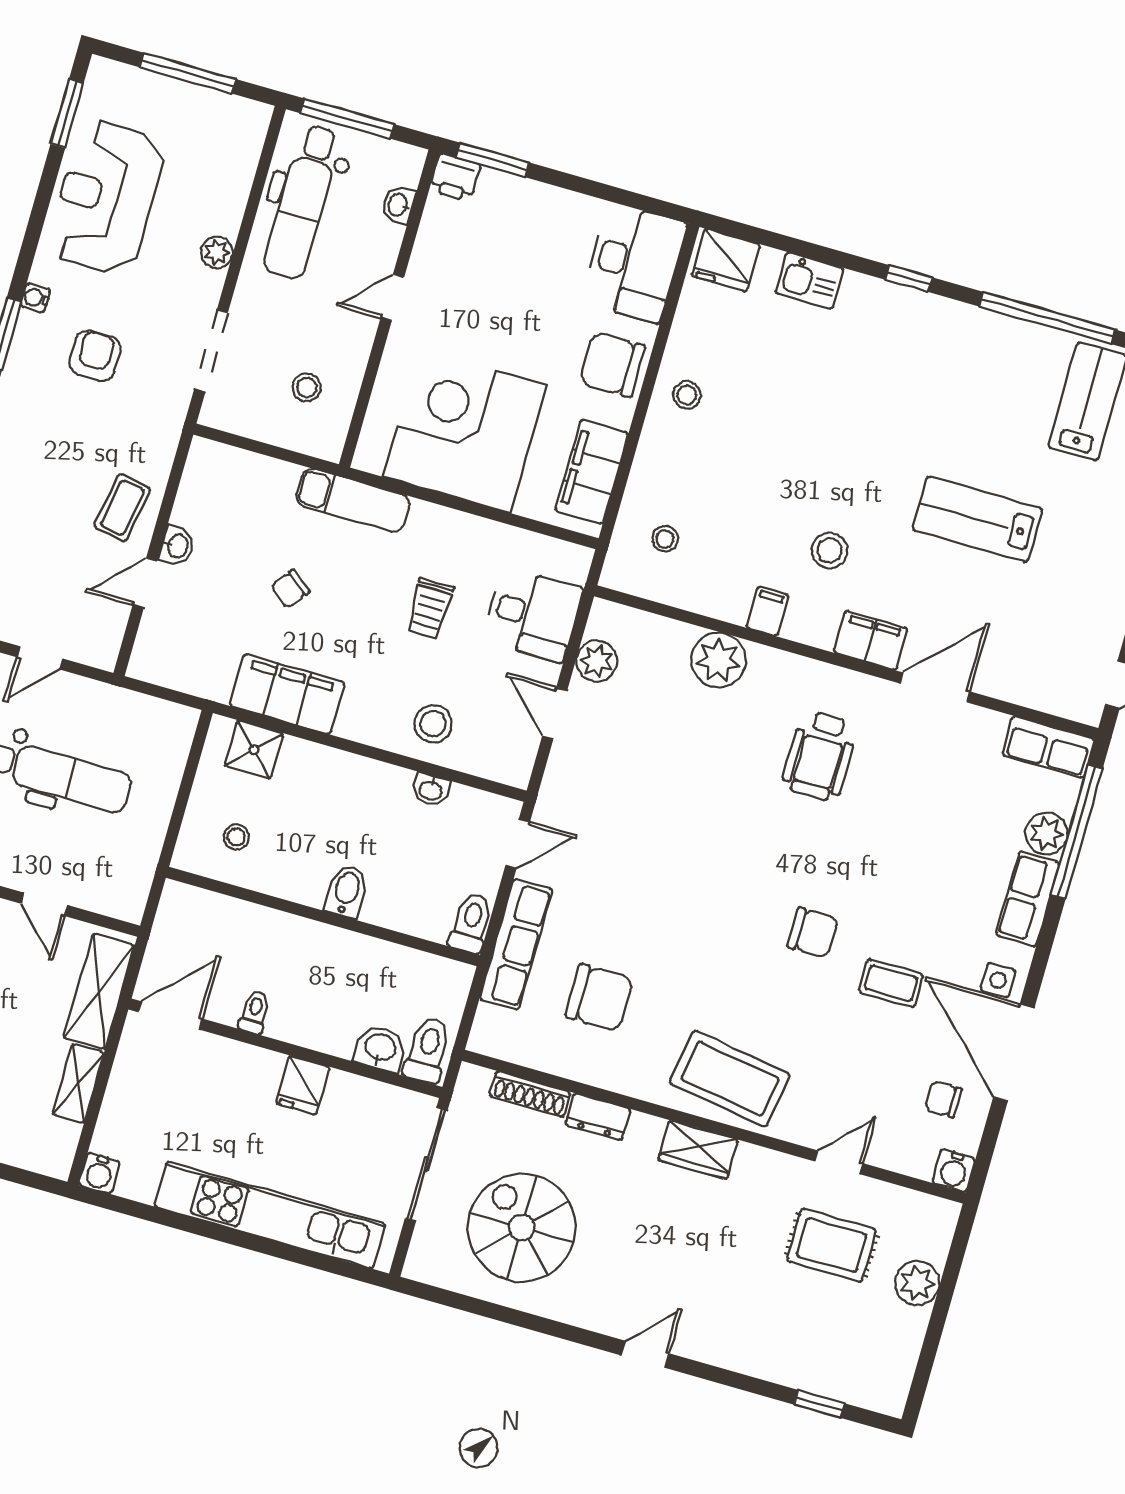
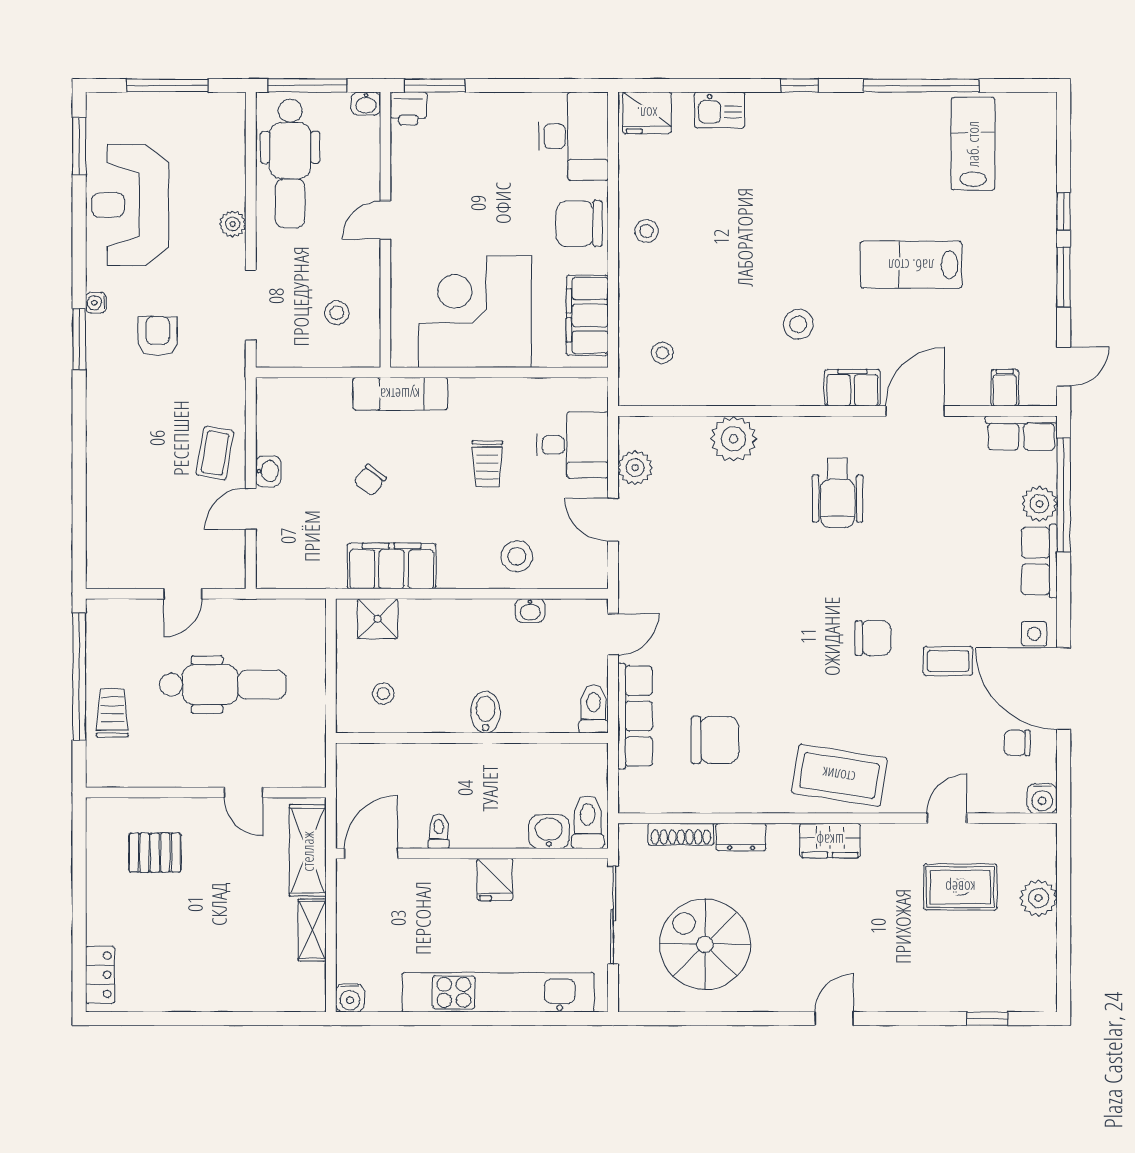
washbasin: (398, 205) -> (366, 104), moved, turned -90
filing cabinet: (768, 611) -> (1005, 388), moved

